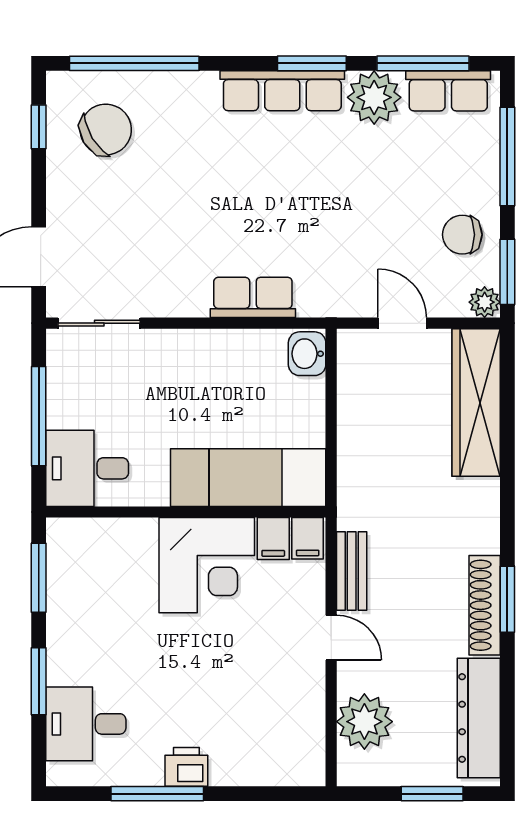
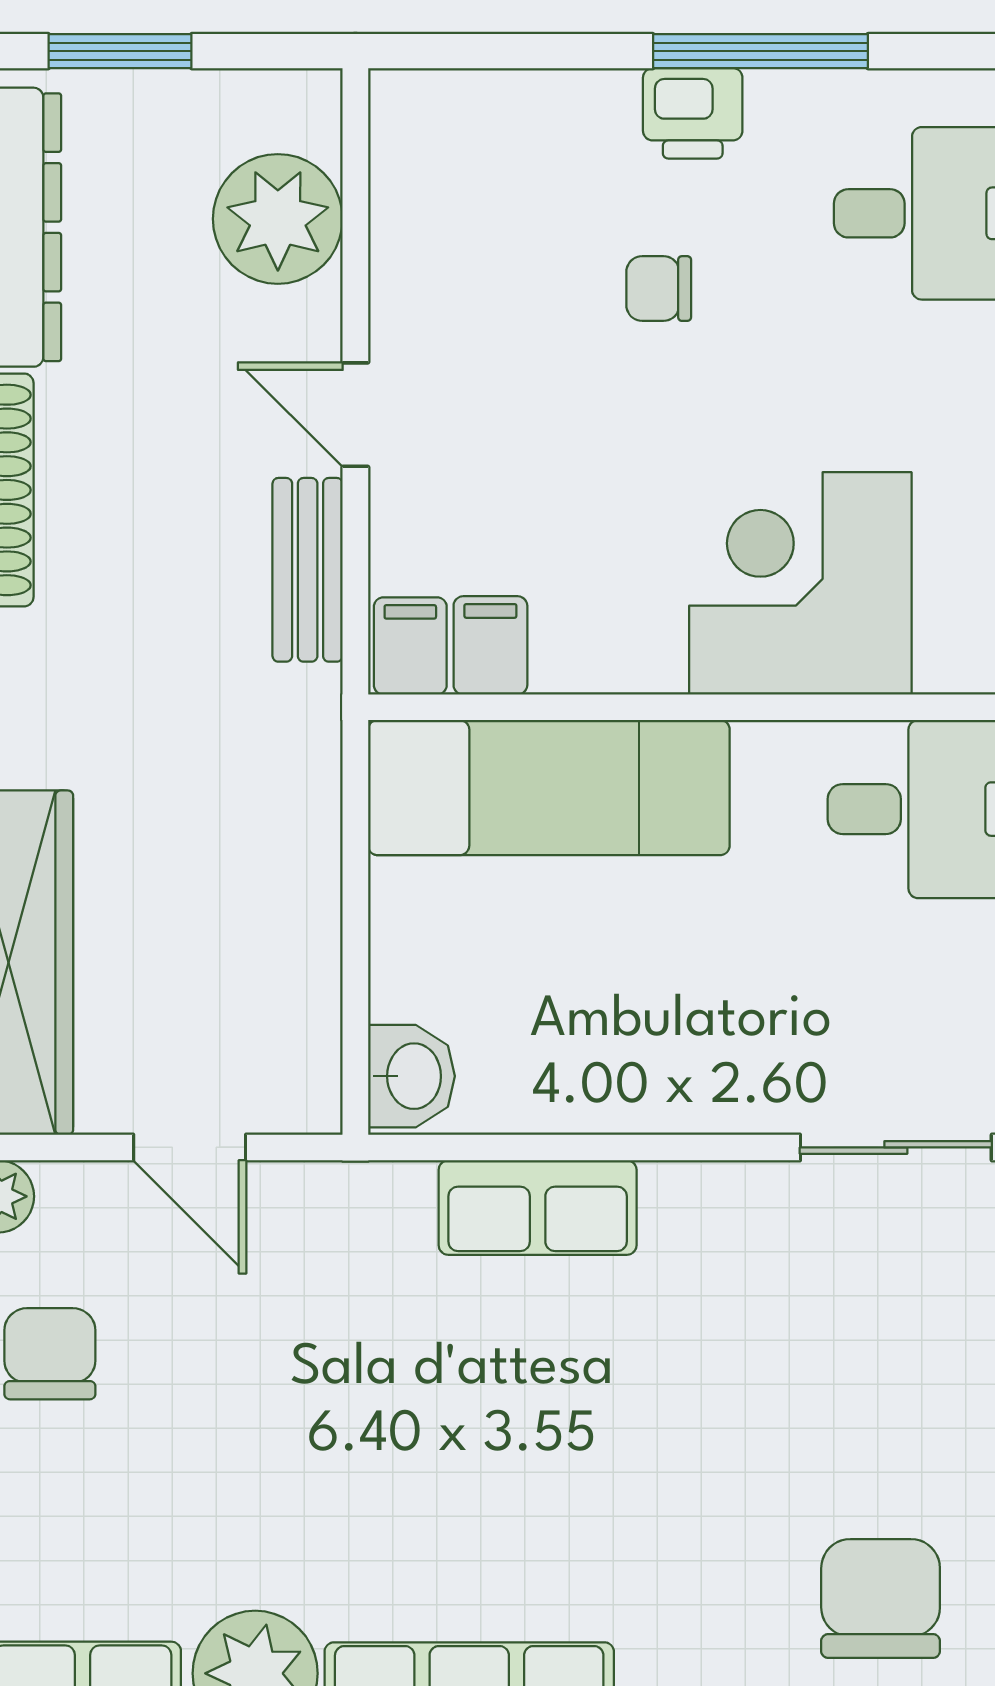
chair: (106, 130) -> (881, 1598), turned 121
chair: (462, 235) -> (50, 1354), turned -90
corner desk: (207, 565) -> (800, 583), moved
chair: (201, 692) -> (659, 289), added

